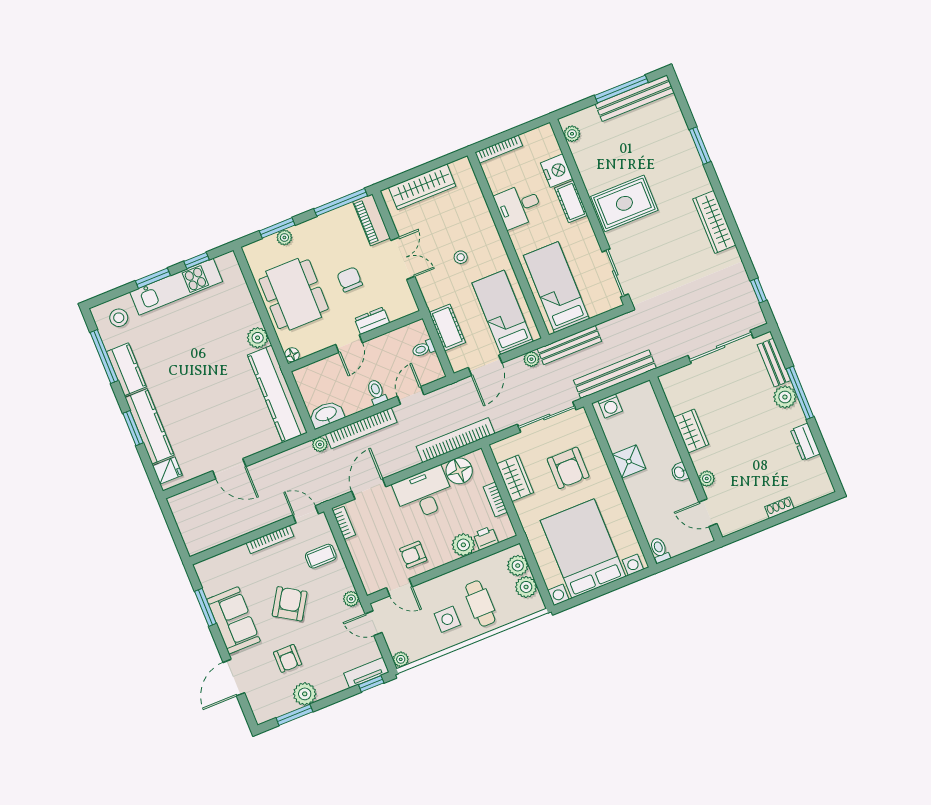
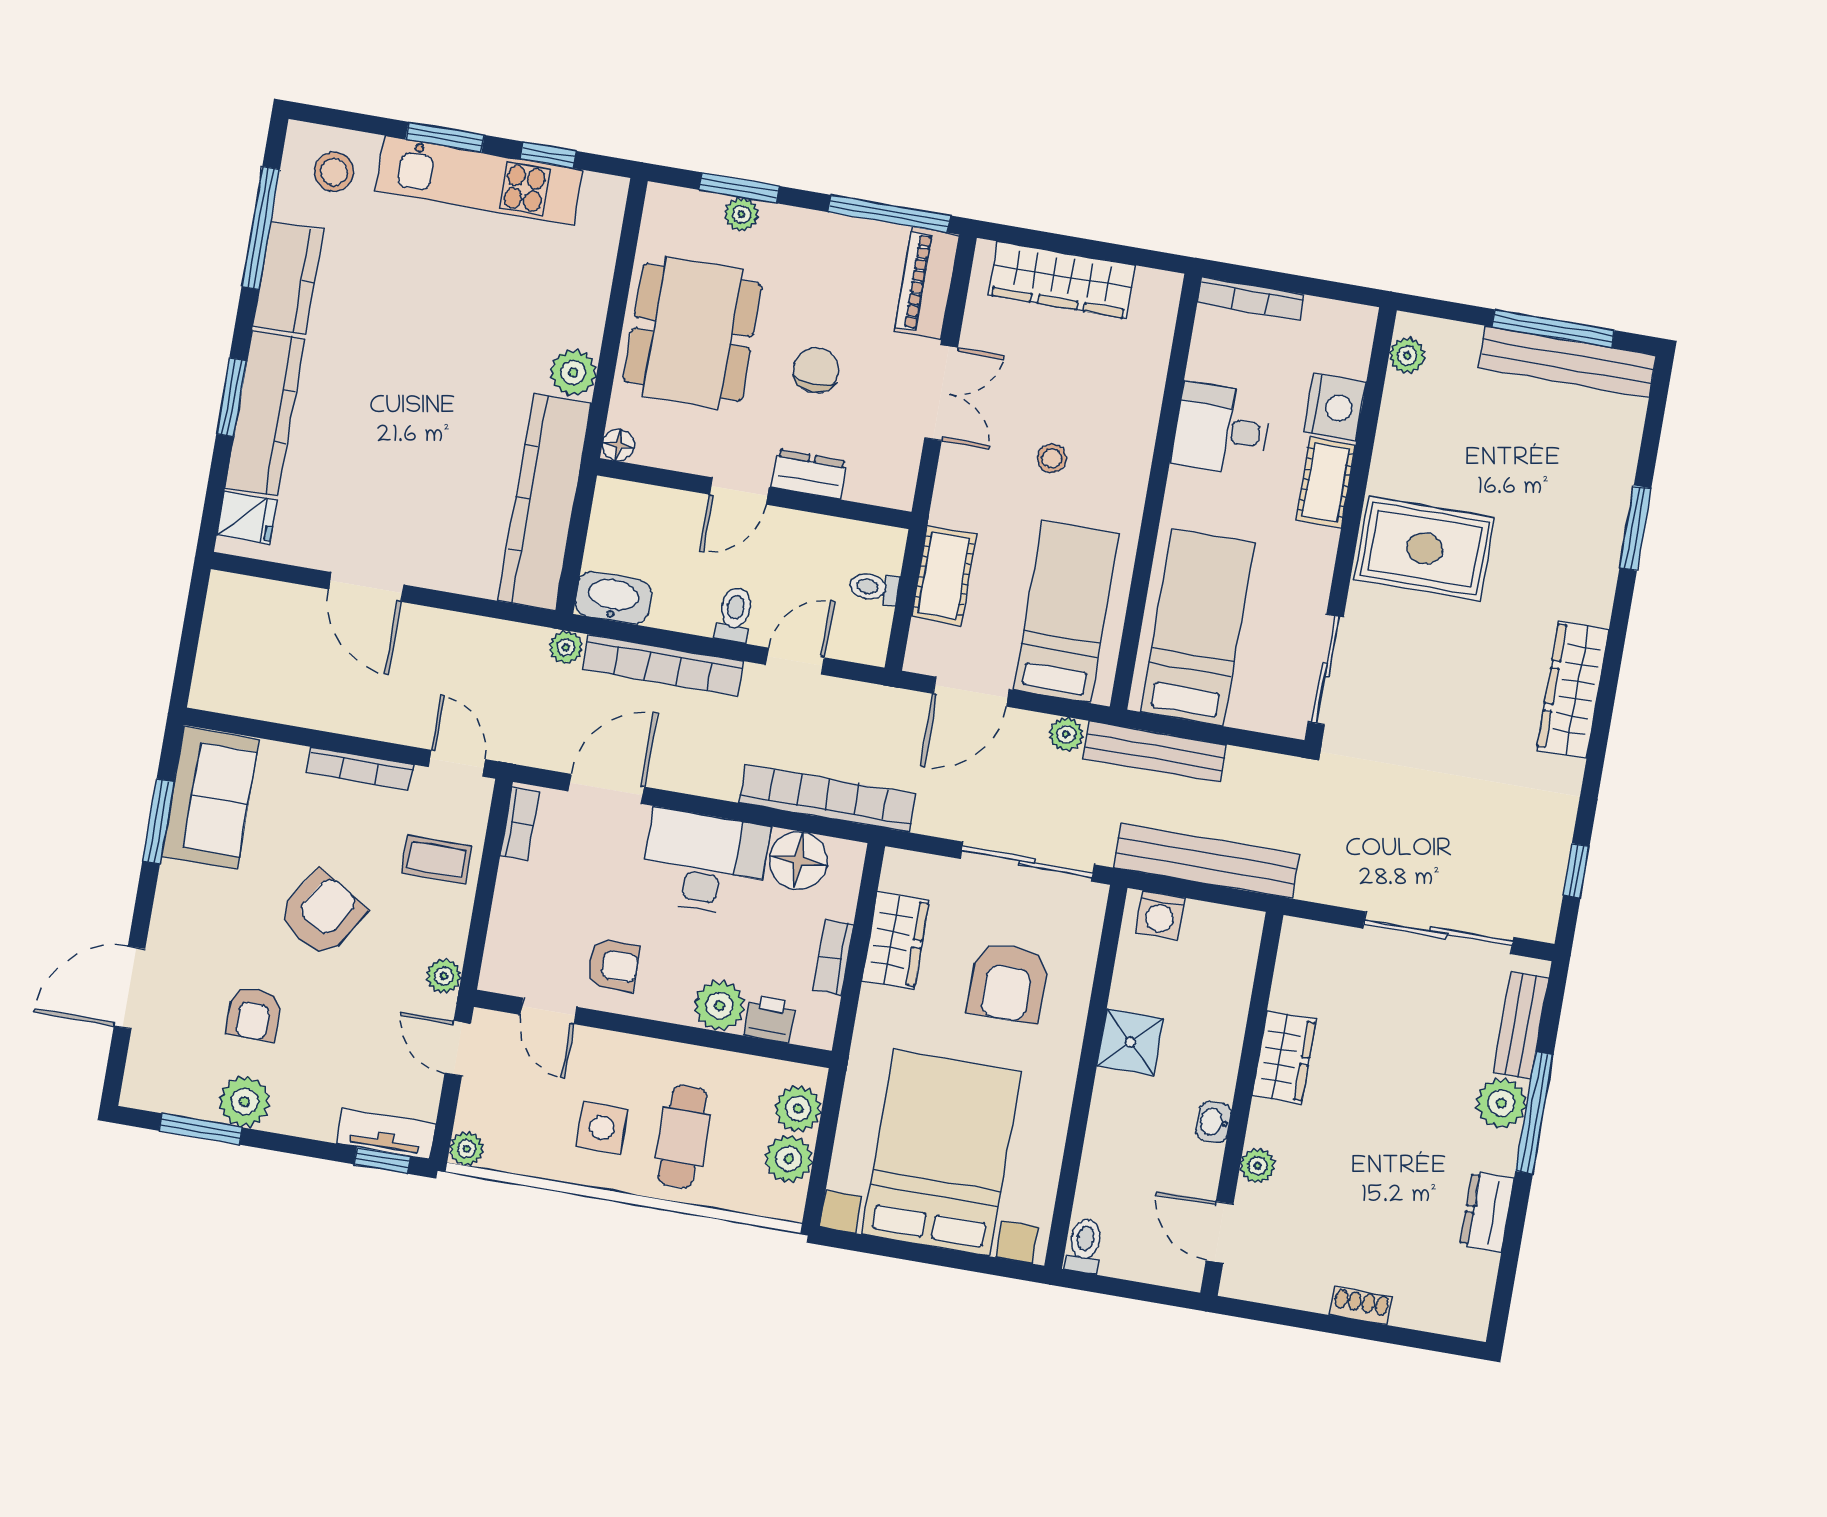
armchair: (413, 555) -> (613, 965), turned 180
sofa: (233, 620) -> (210, 798), moved

